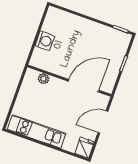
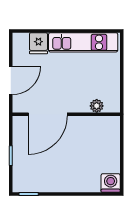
washing machine: (45, 41) -> (111, 183), moved, turned 90
fridge: (85, 148) -> (38, 43), moved

